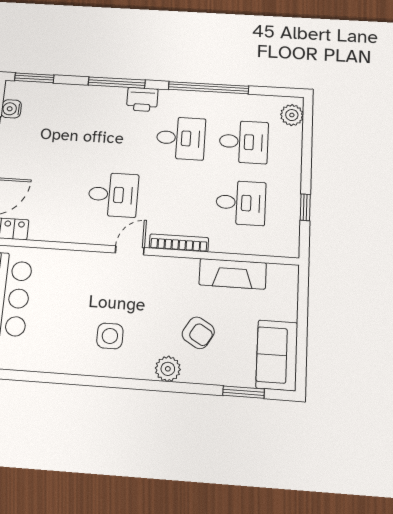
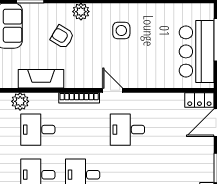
plant: (265, 243) -> (20, 101), added
door: (130, 250) -> (113, 90), swing flipped

